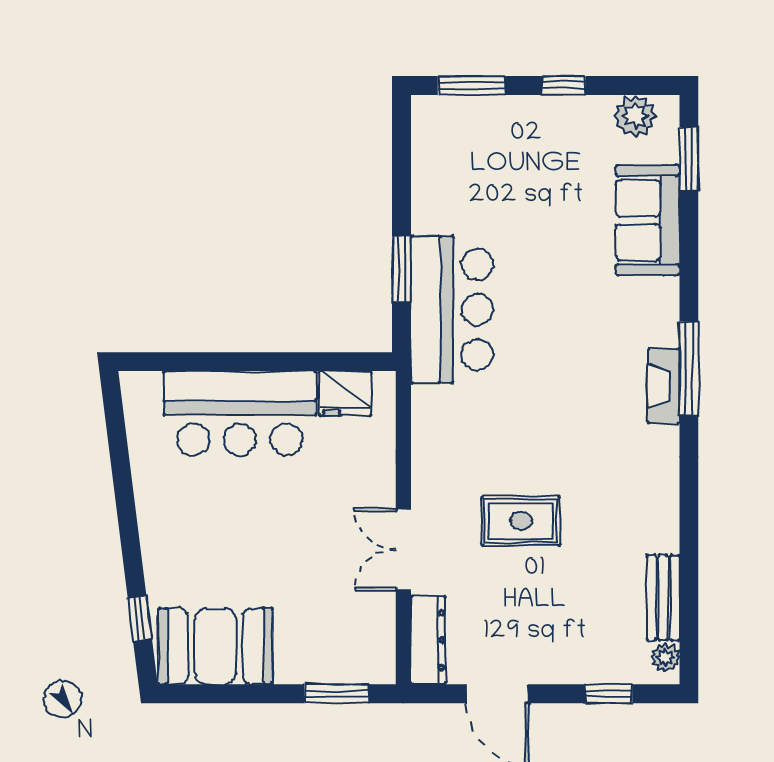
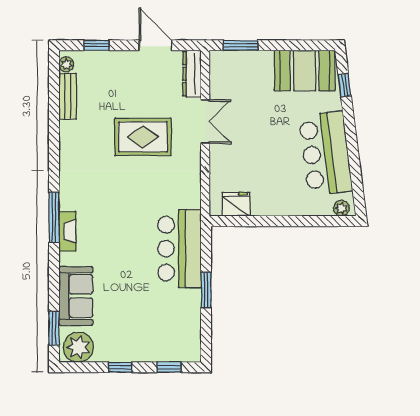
window: (471, 86) -> (169, 367), width x0.67
plant: (635, 116) -> (78, 347), width x1.36, depth x1.36
window: (402, 269) -> (206, 290), moved
plant: (146, 386) -> (341, 208), added
fireplace: (664, 386) -> (67, 231), moved
bar counter: (240, 413) -> (326, 153), moved, turned -97
rug: (521, 521) -> (143, 137), width x1.36, depth x1.43

